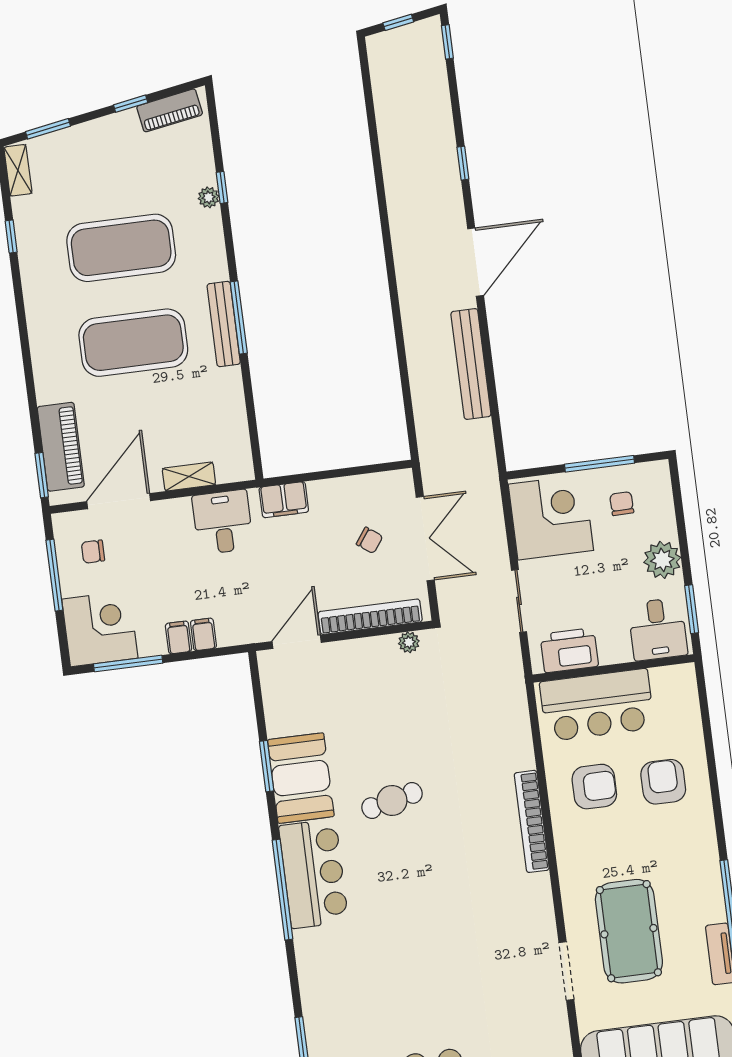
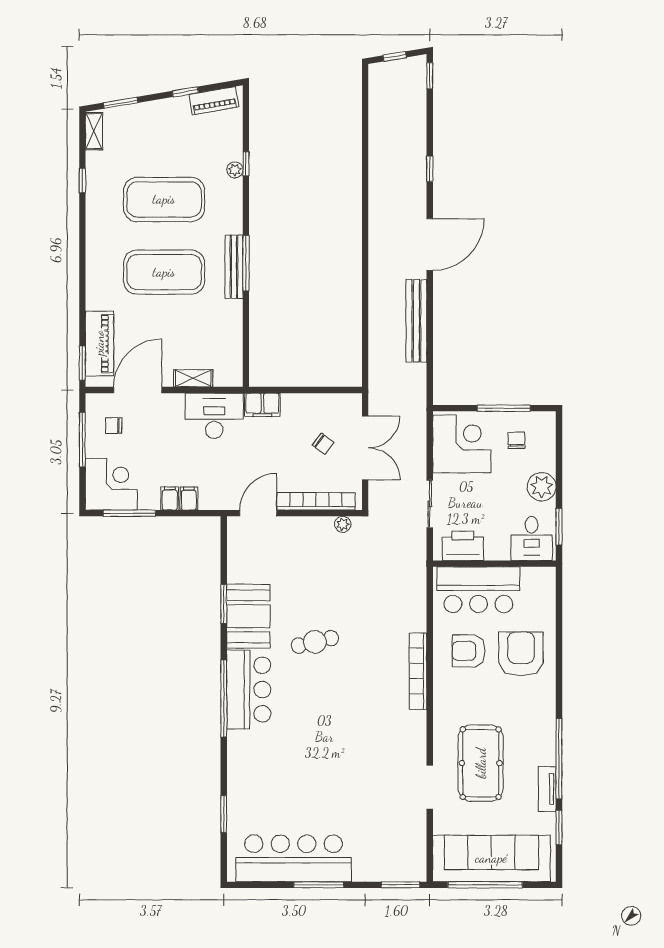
desk: (223, 522) -> (214, 416), width x1.37
armchair: (663, 782) -> (521, 654), width x1.36, depth x1.36
armchair: (594, 787) -> (469, 651), turned 180

